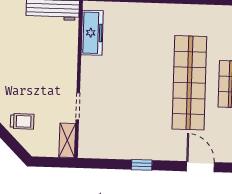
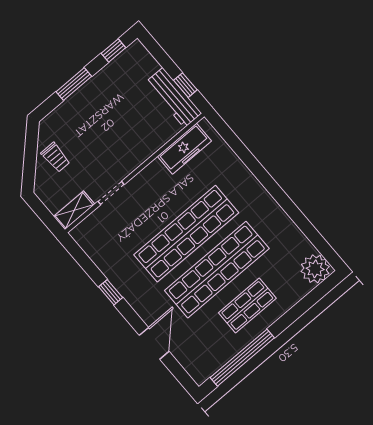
shop shelf: (148, 81) -> (186, 234), added

